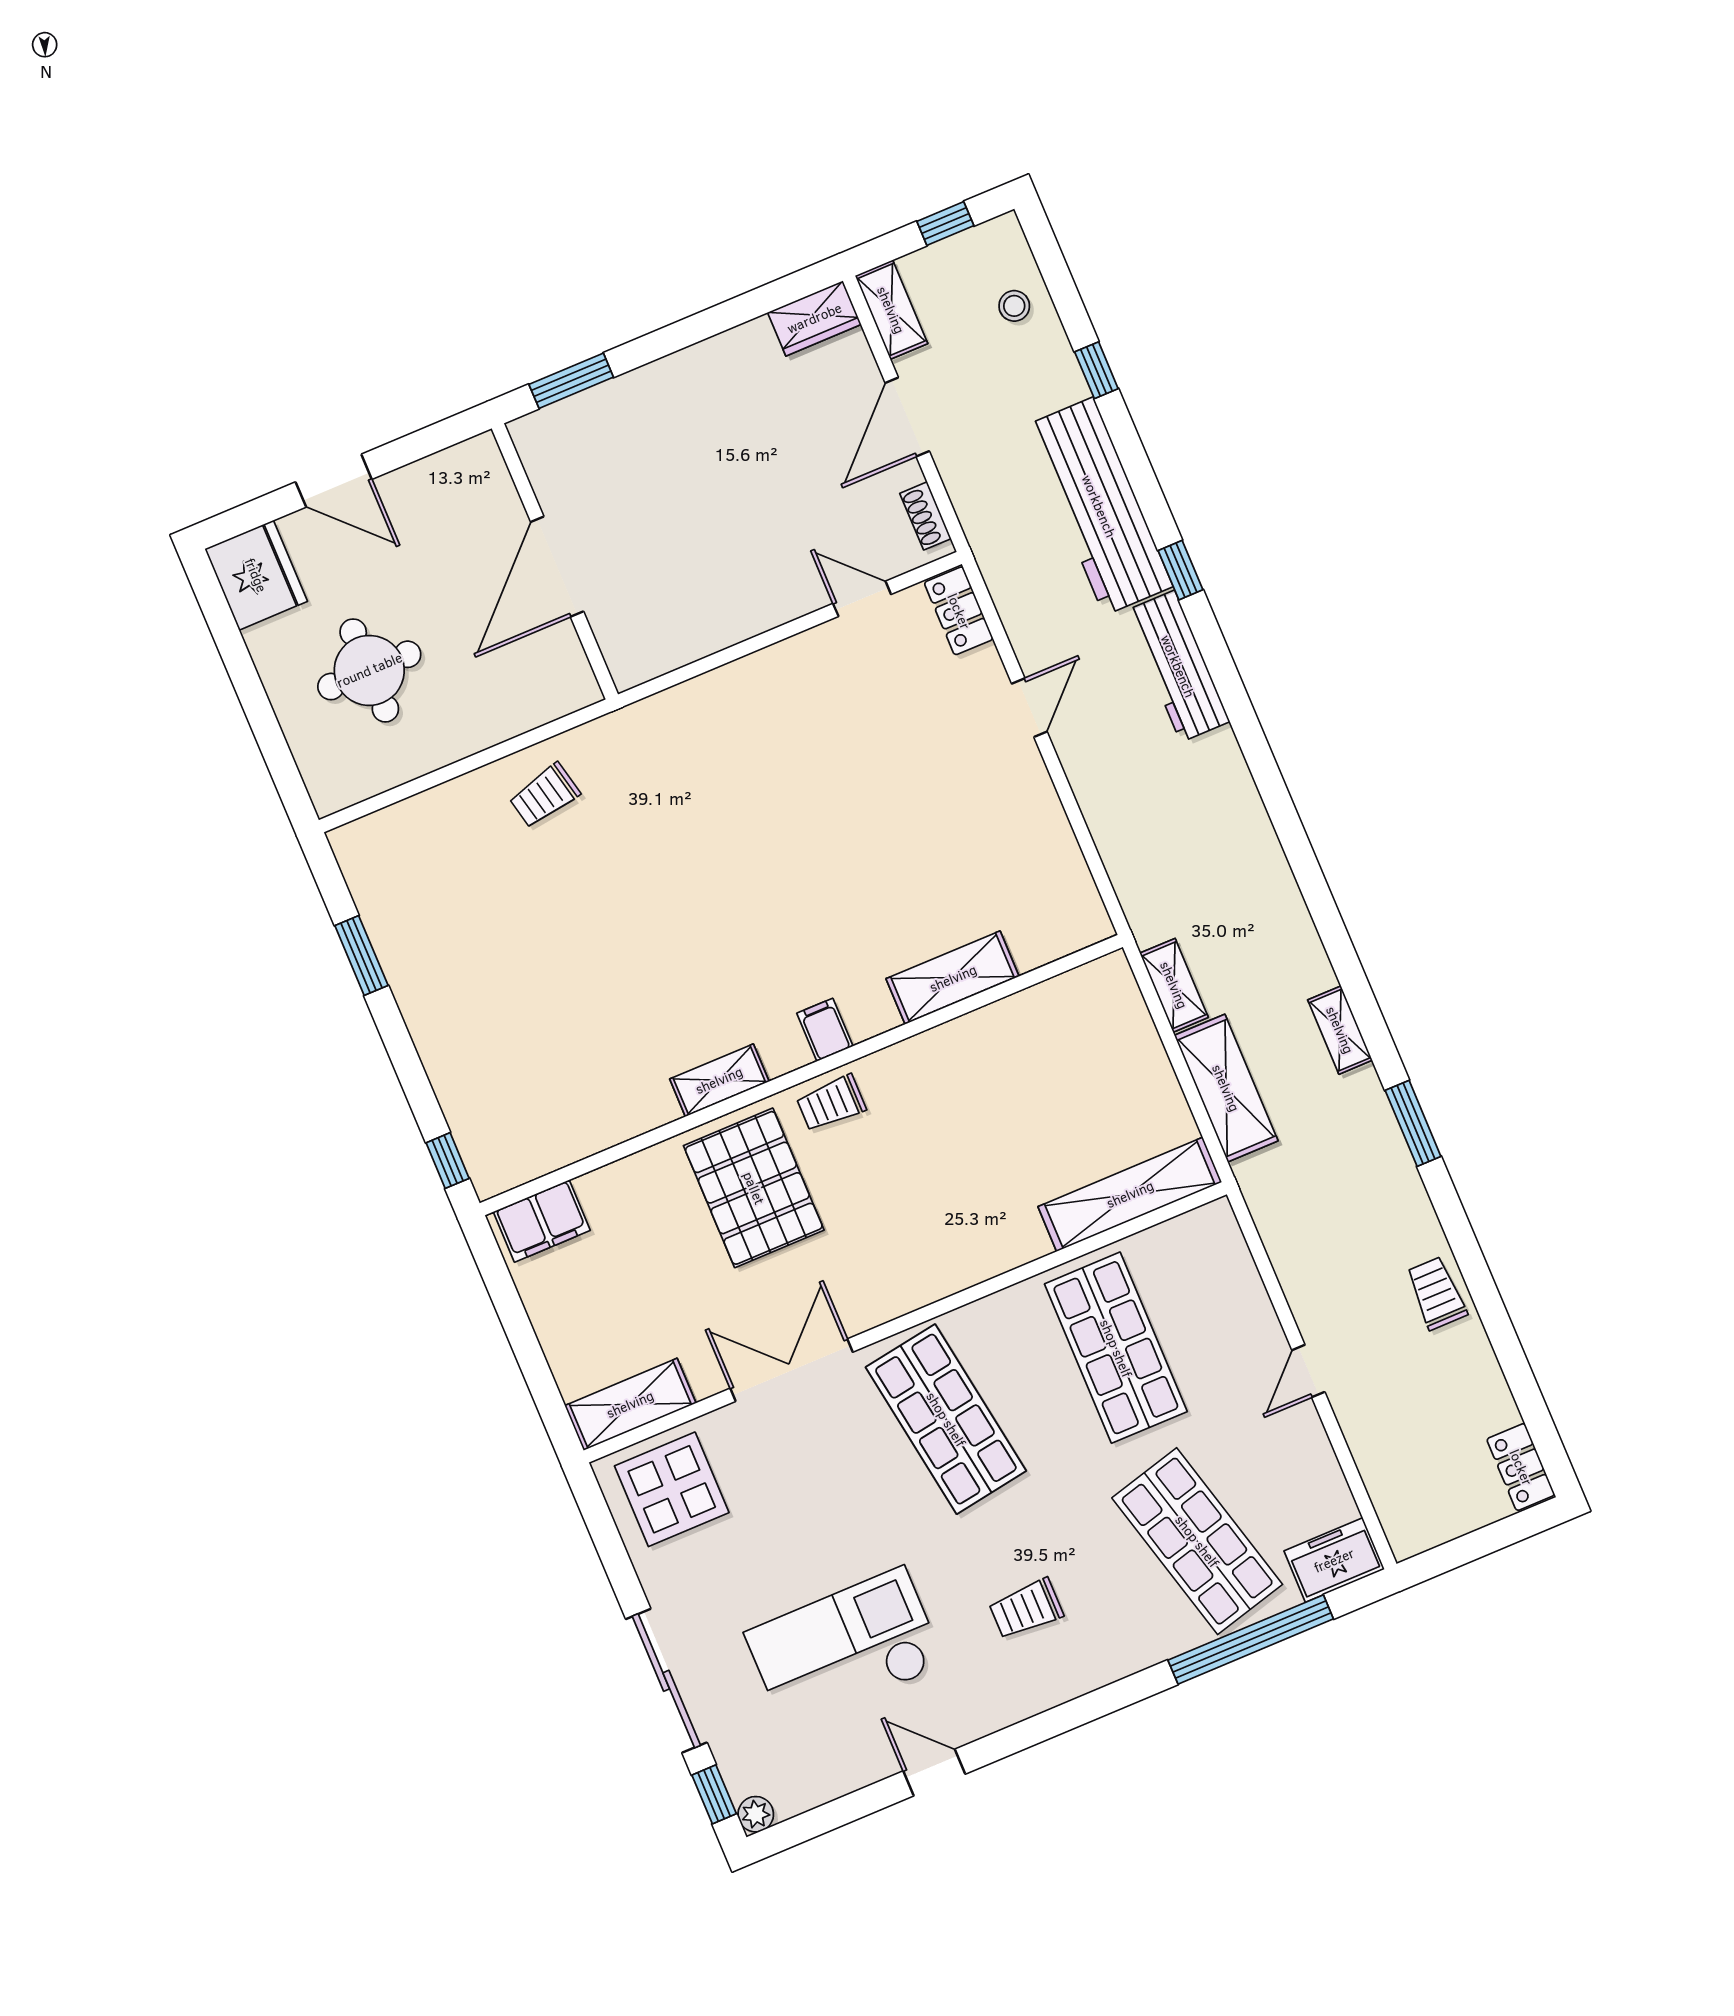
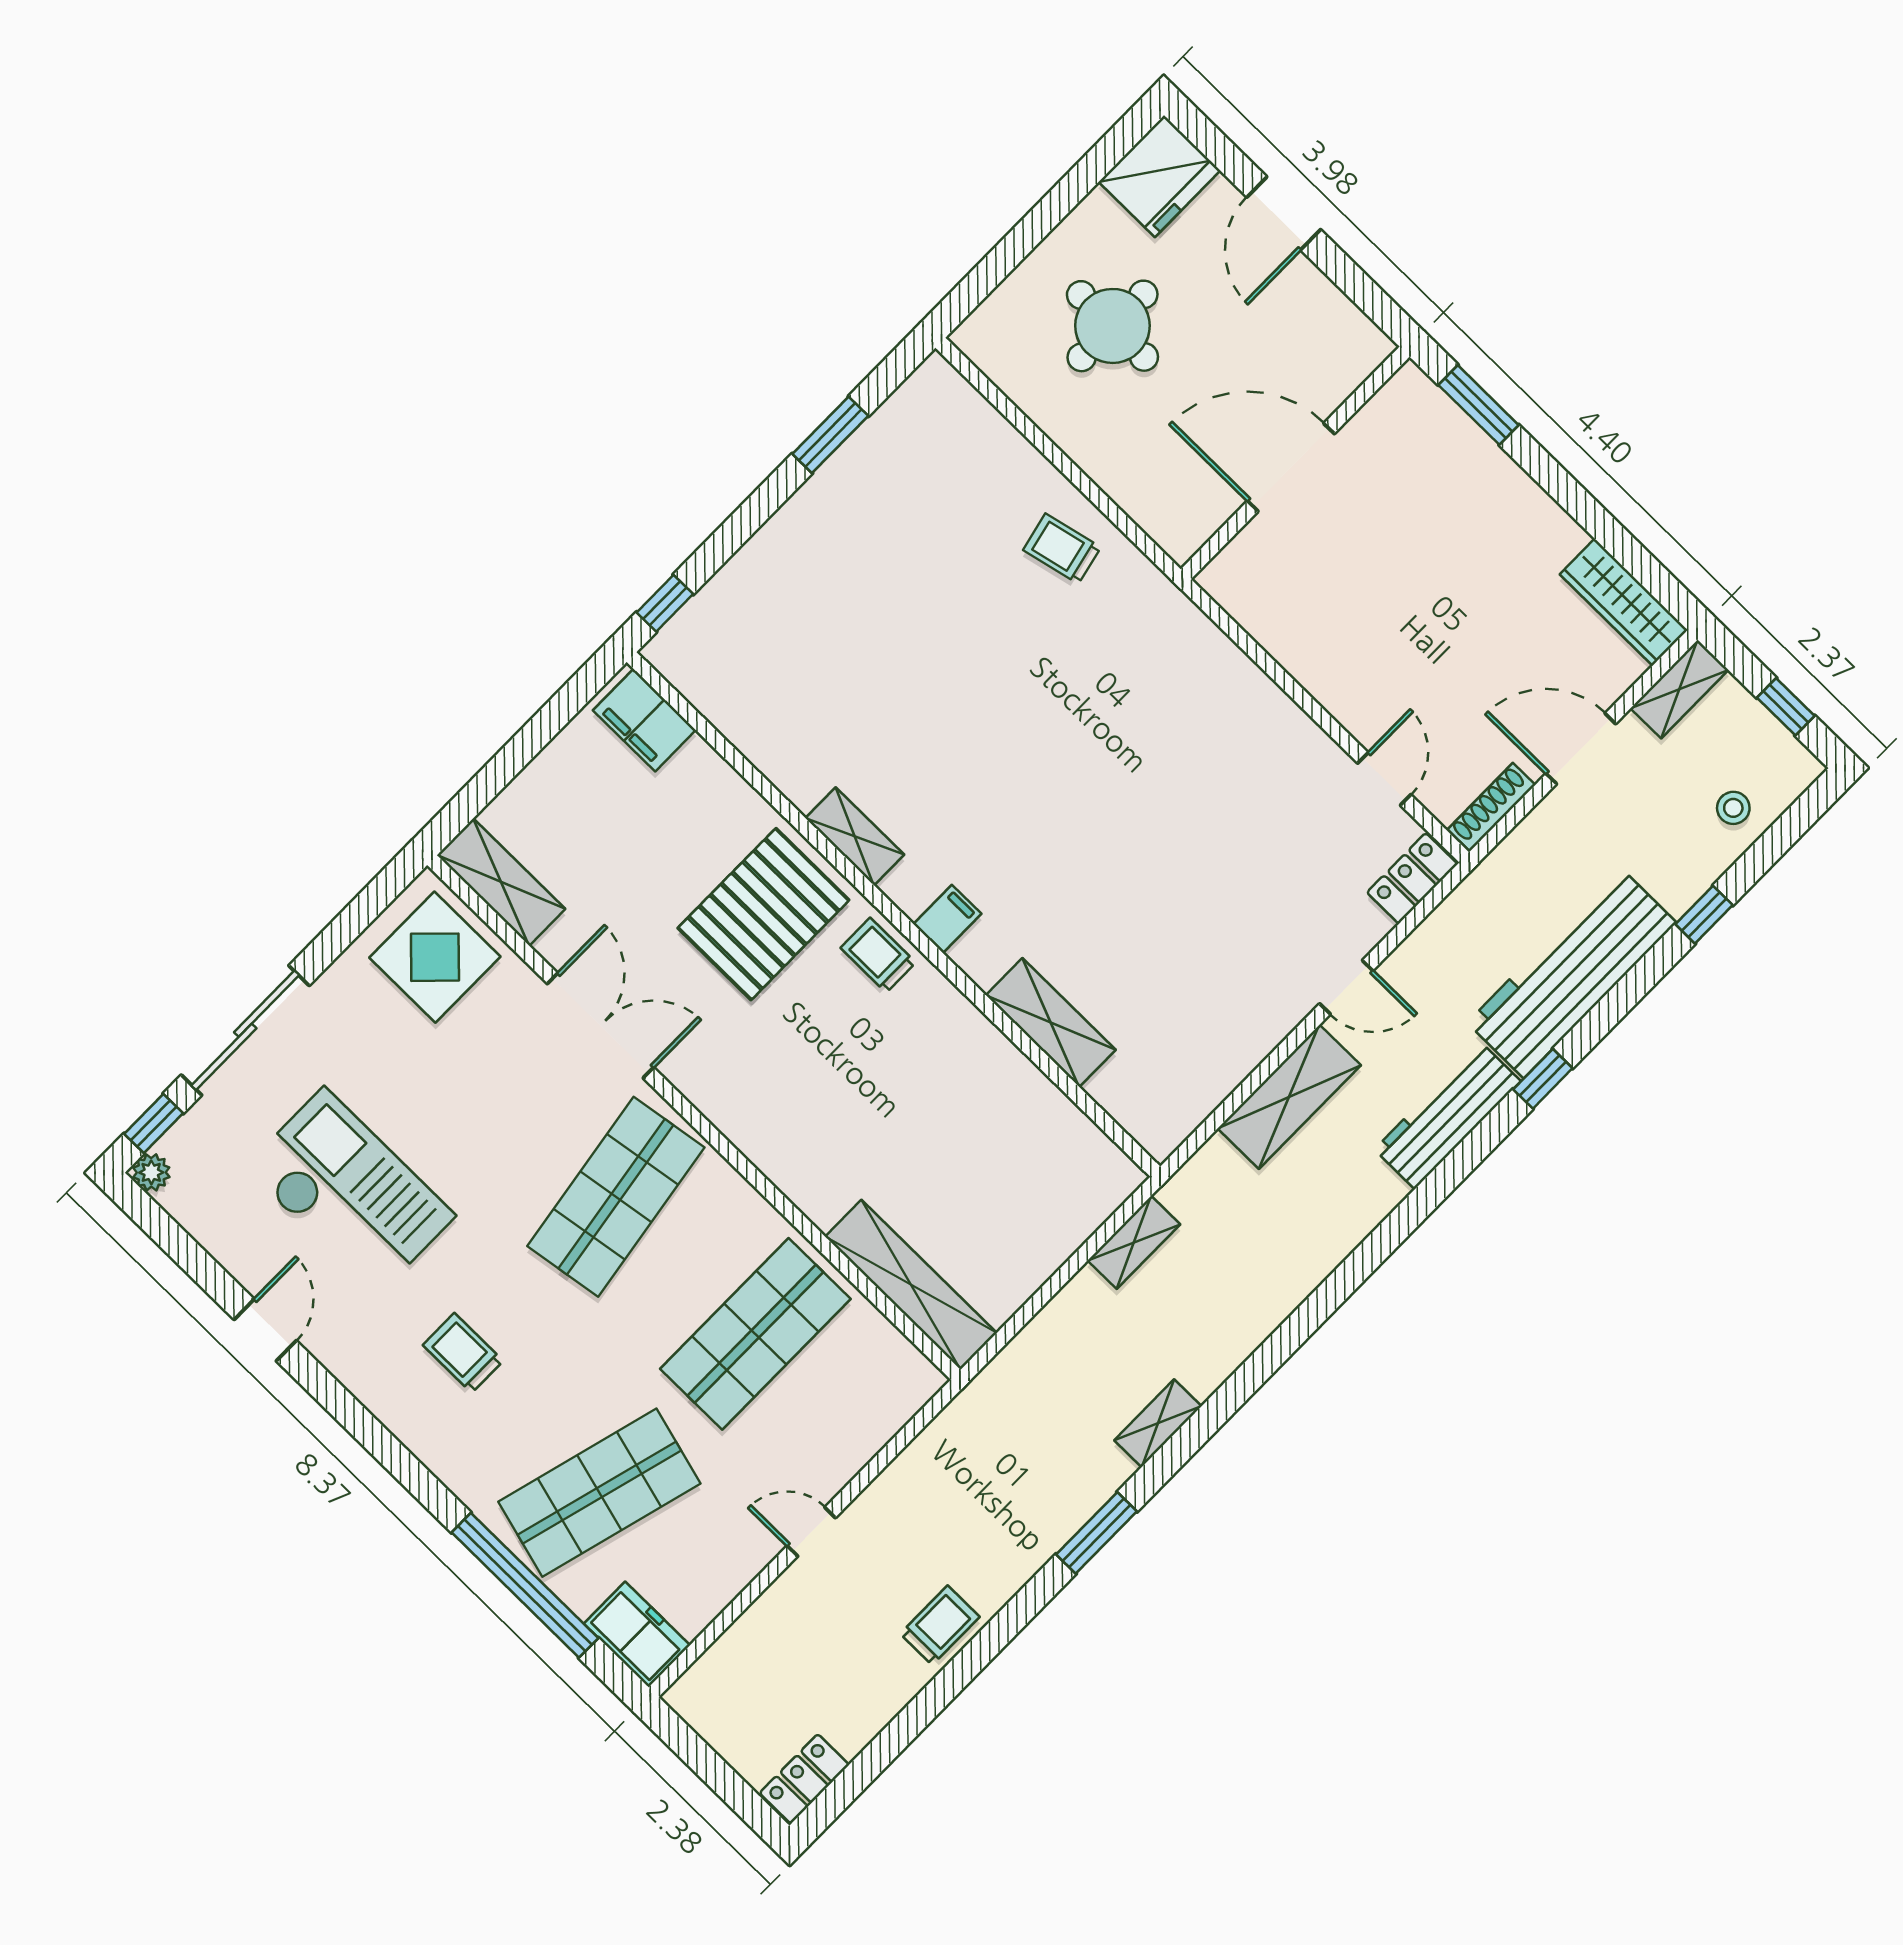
wardrobe: (814, 318) -> (1624, 602), width x1.50
shoe rack: (926, 516) -> (1491, 807), width x1.43
shelving: (1226, 1088) -> (1289, 1097), moved
shop shelf: (1197, 1541) -> (599, 1493), turned 30

